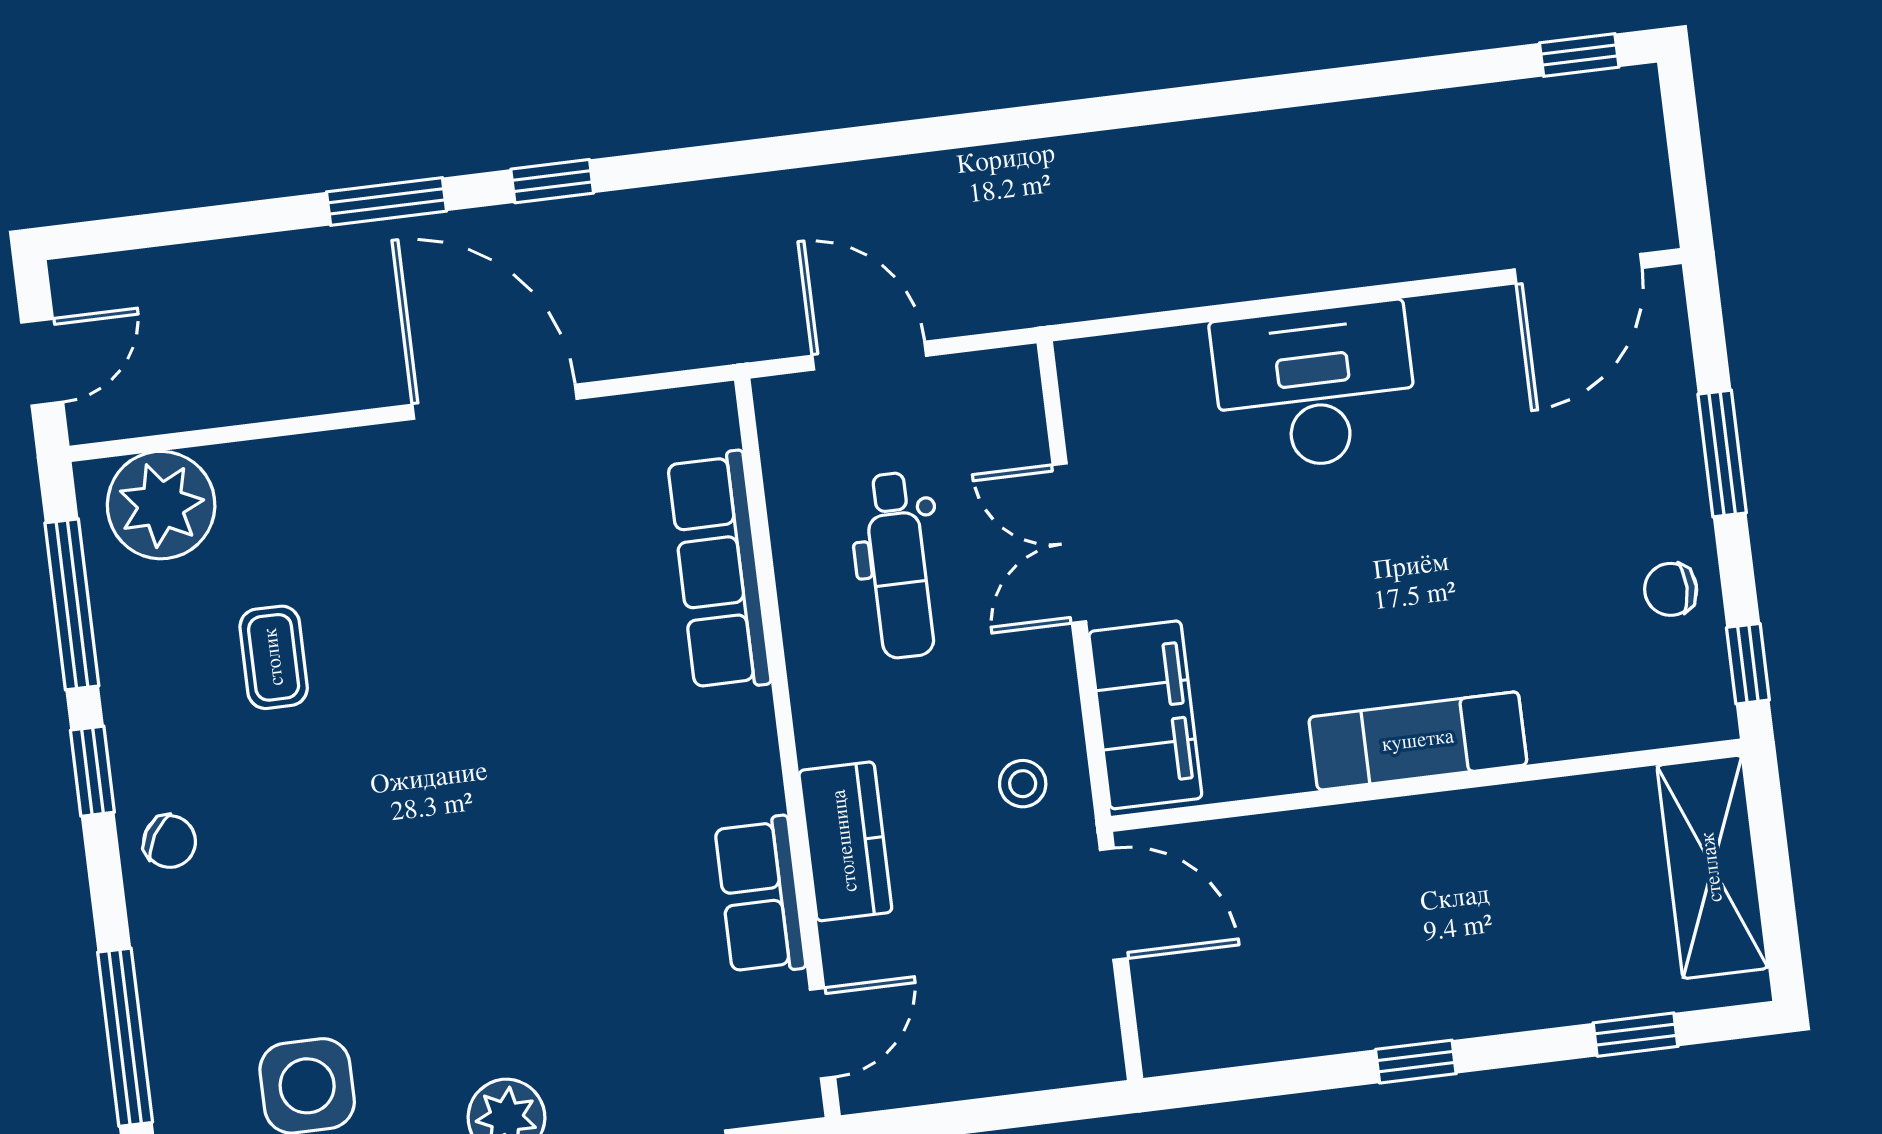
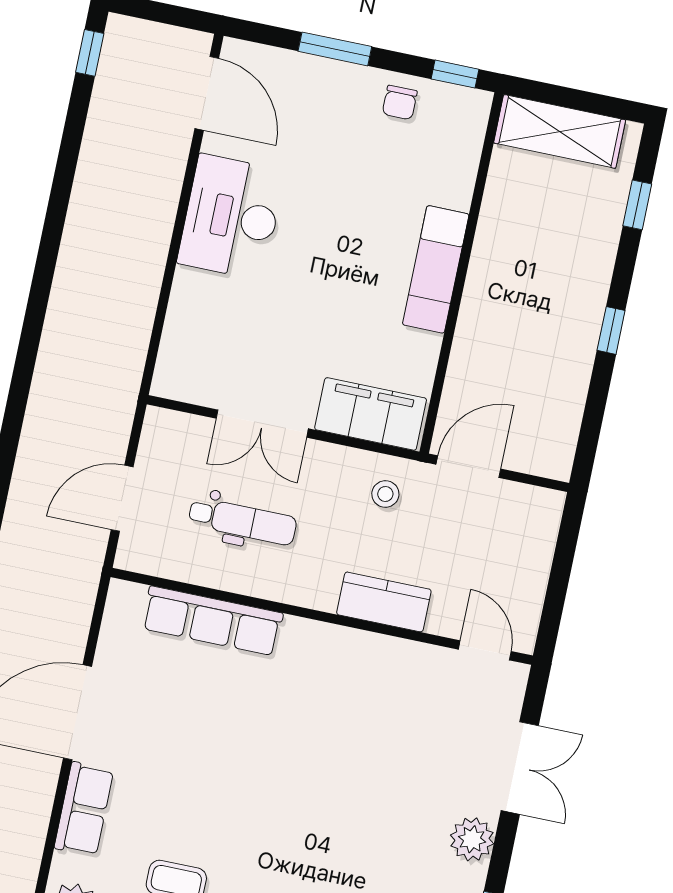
desk: (1315, 387) -> (231, 217), moved
row of seats: (760, 896) -> (84, 809), moved, turned -90

